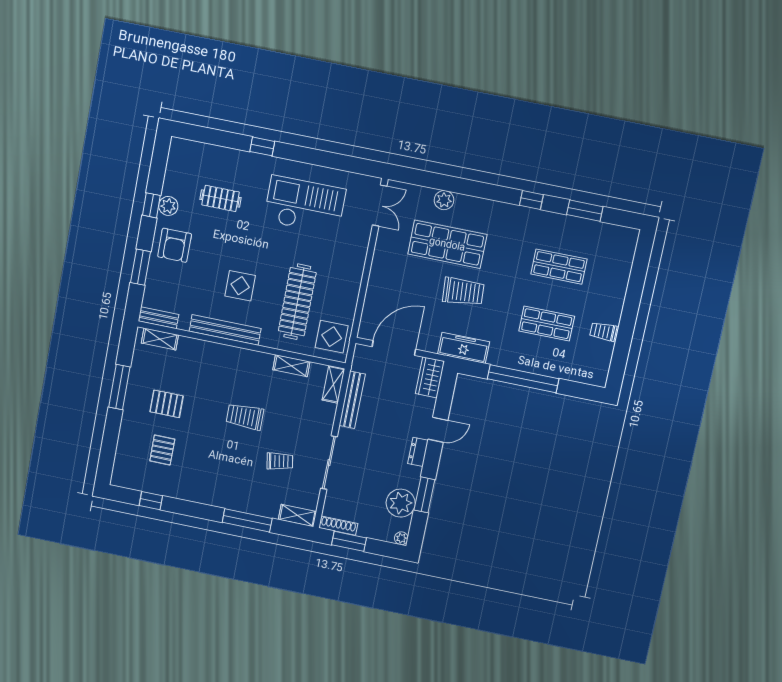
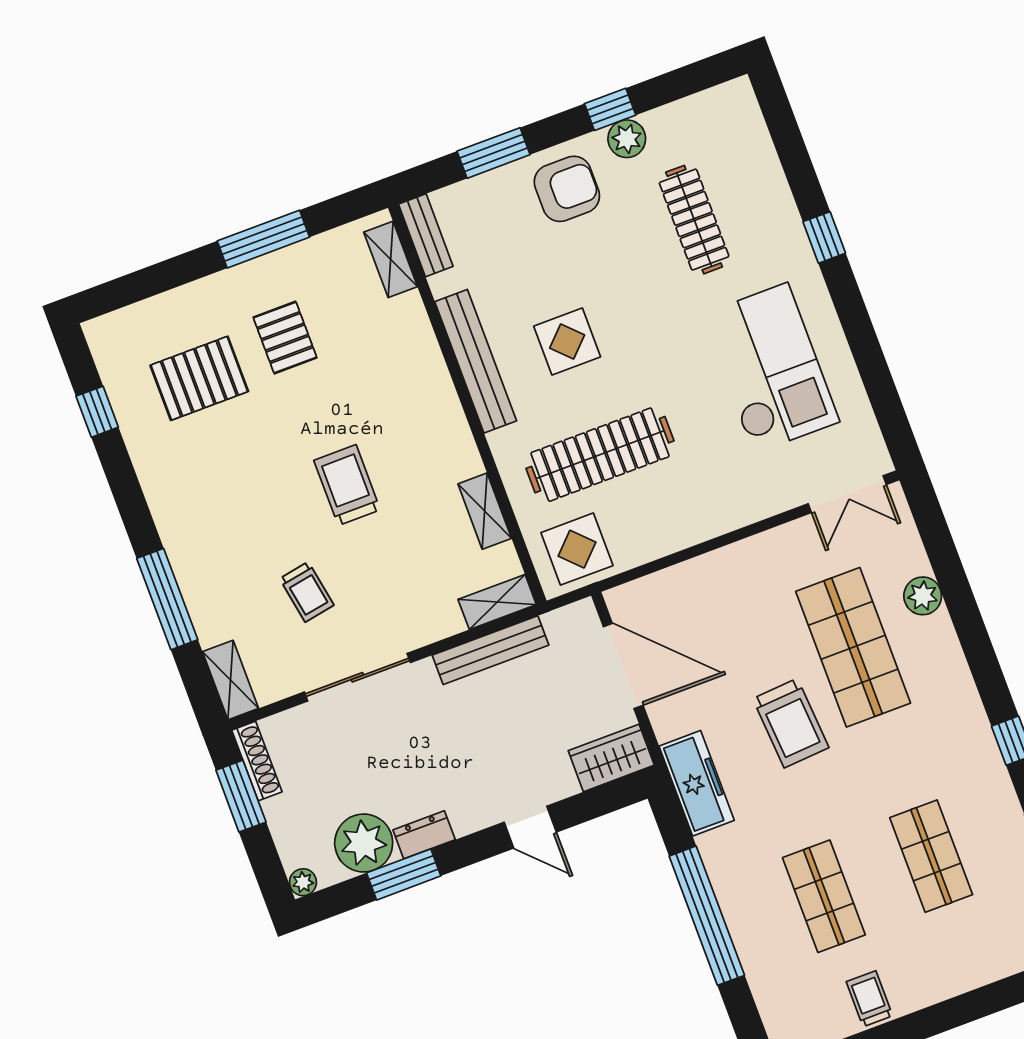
clothes rail: (221, 198) -> (694, 220), width x1.36
armchair: (175, 245) -> (567, 189), turned 180
pallet: (162, 450) -> (199, 378), width x1.50, depth x1.42
dresser: (418, 452) -> (424, 835), moved

